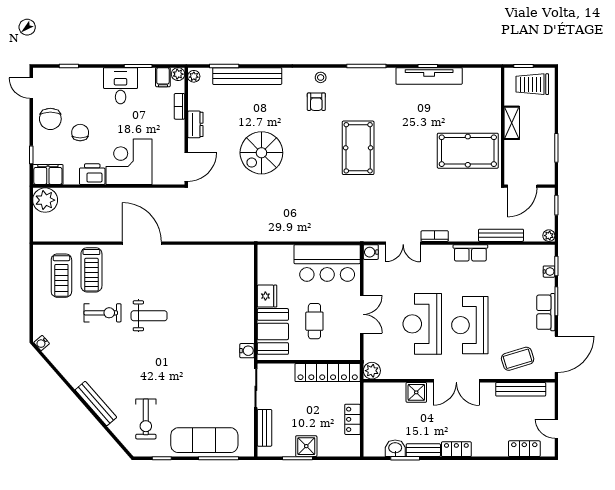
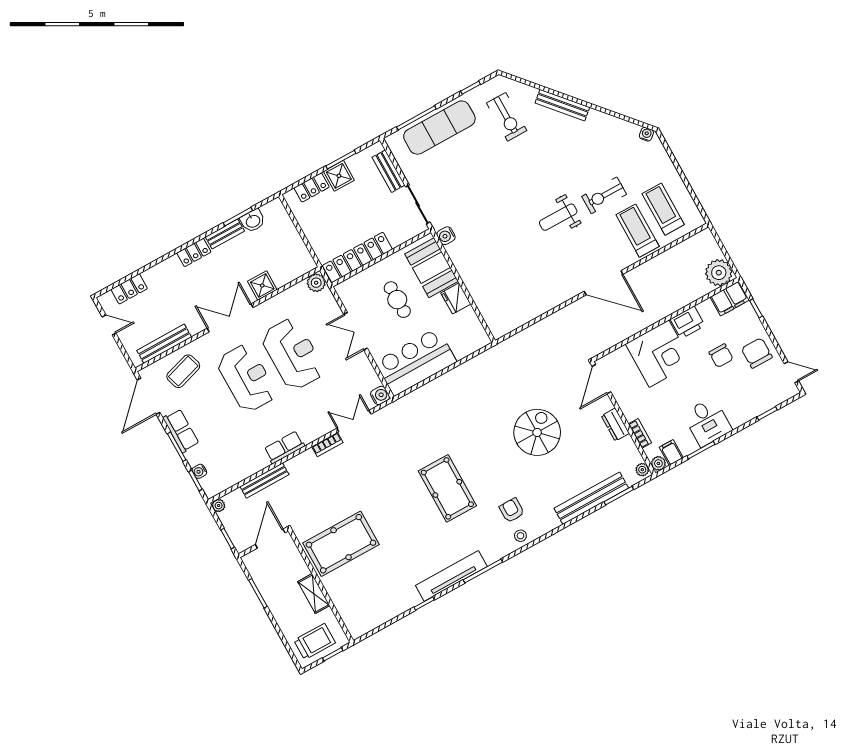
tv unit: (429, 76) -> (451, 576), moved
exercise bike: (146, 419) -> (507, 117), turned 180
locker: (353, 419) -> (312, 187), moved, turned 90

